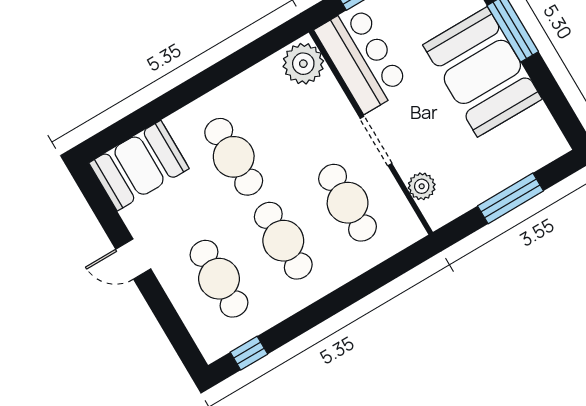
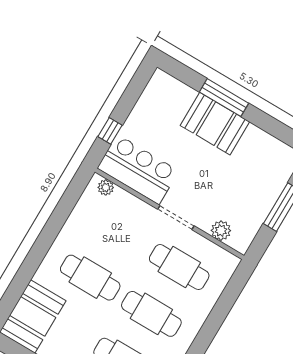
plant: (303, 64) -> (106, 187), width x0.53, depth x0.53
booth: (482, 72) -> (215, 124), width x0.73, depth x0.70

